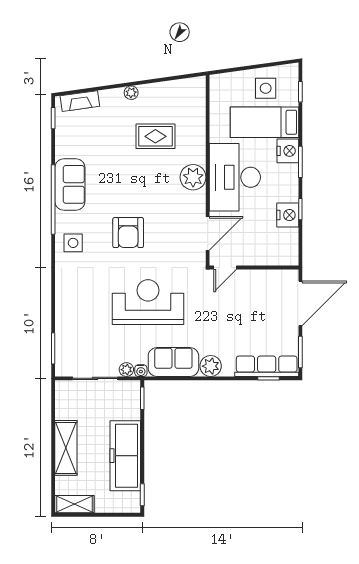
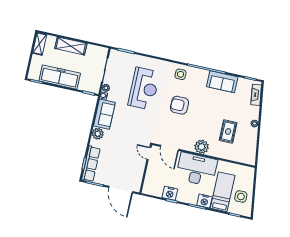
sofa: (70, 184) -> (222, 82), moved
reception desk: (148, 302) -> (144, 89), moved

